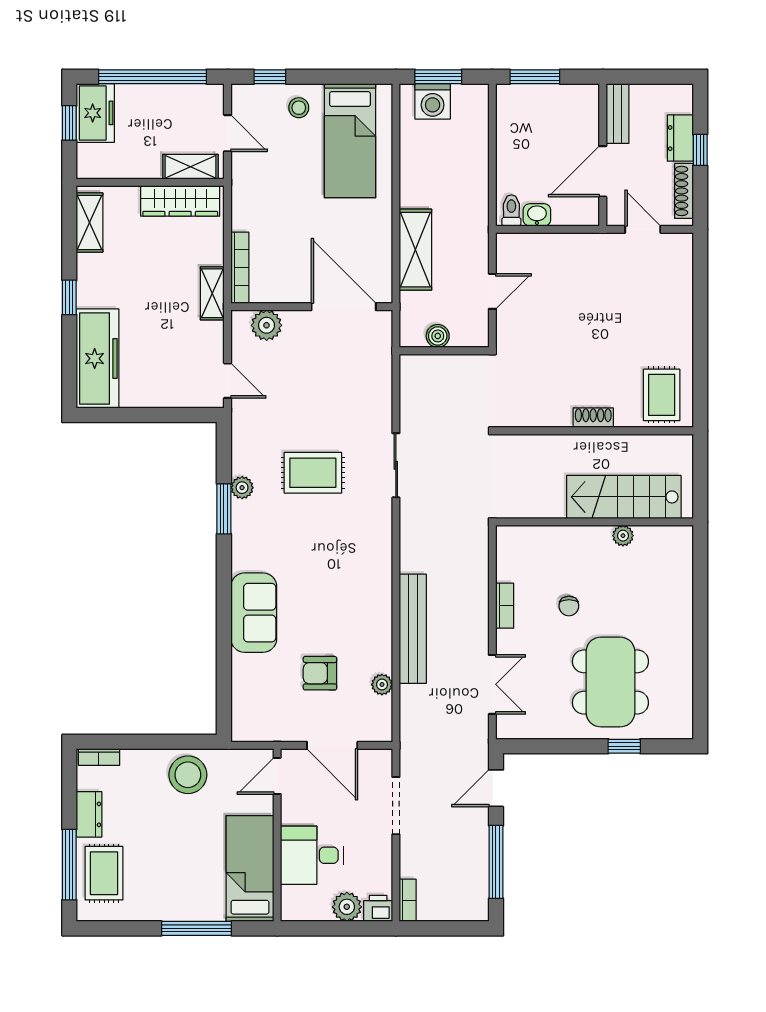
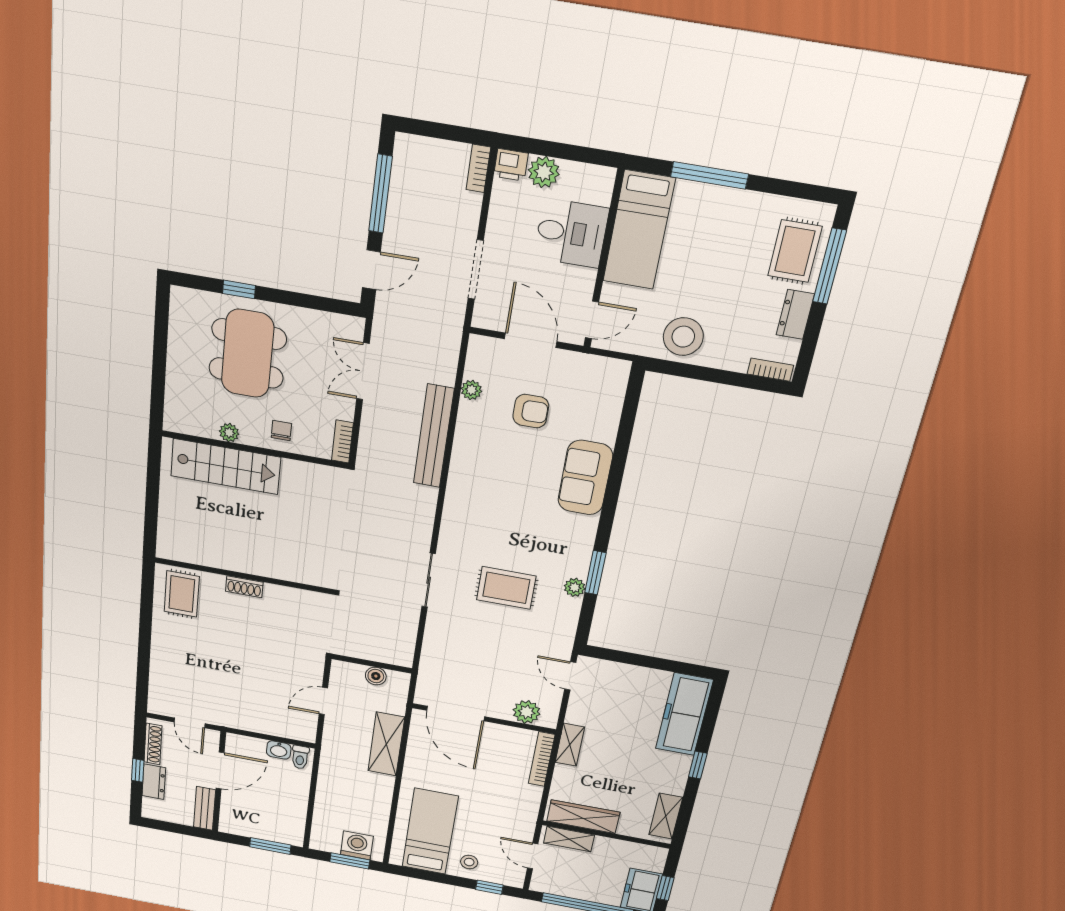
stairs: (624, 497) -> (226, 467), moved
wall: (595, 522) -> (255, 450), moved
plant: (623, 536) -> (229, 433), moved

